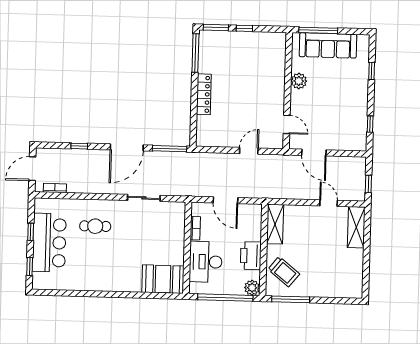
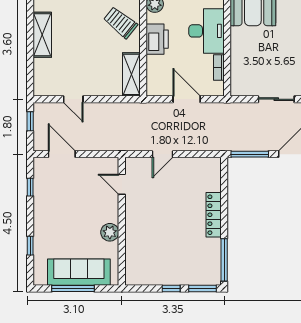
window: (318, 30) -> (73, 289), moved
door: (314, 153) -> (62, 154), moved
shelving: (356, 227) -> (42, 35), moved

